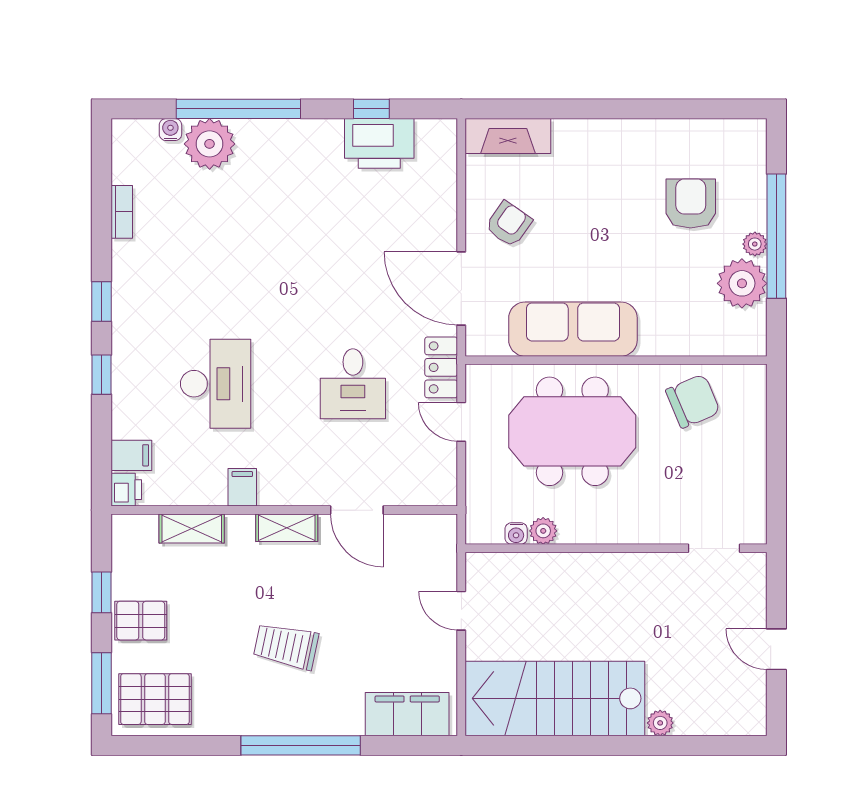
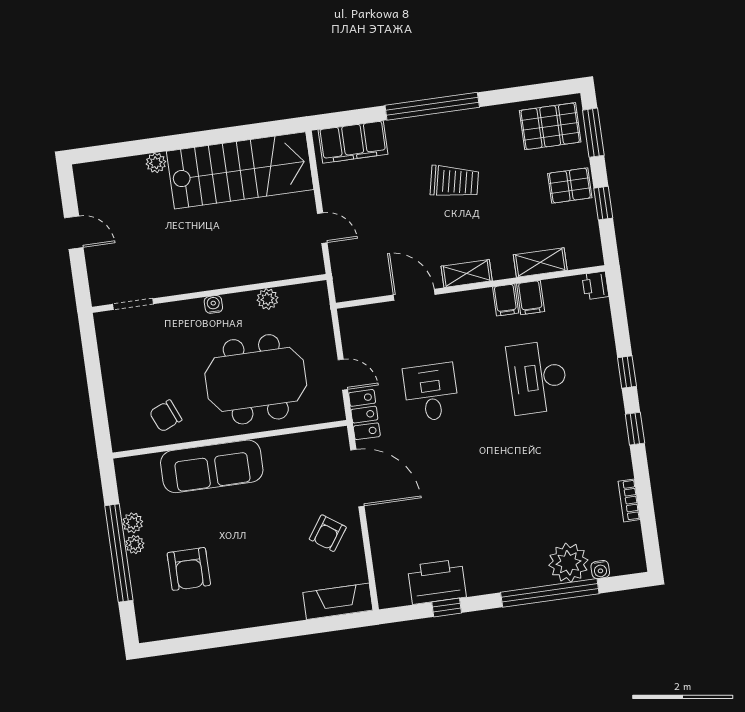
plant: (742, 283) -> (133, 523), width x0.53, depth x0.53
sofa: (573, 329) -> (212, 466), moved
chair: (693, 401) -> (166, 416), width x0.73, depth x0.73
filing cabinet: (131, 455) -> (531, 298), moved, turned -90
water cooler: (516, 534) -> (213, 304), moved

